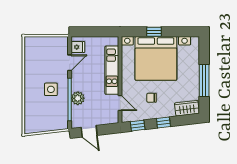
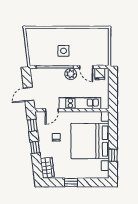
window: (154, 32) -> (113, 155), moved
window: (204, 81) -> (71, 182), width x0.46
plant: (78, 98) -> (71, 74), moved
door: (89, 131) -> (29, 94), moved

